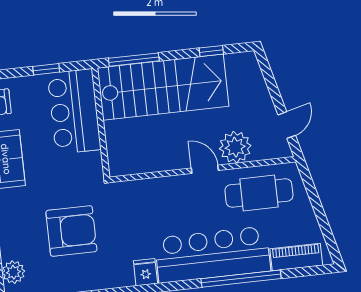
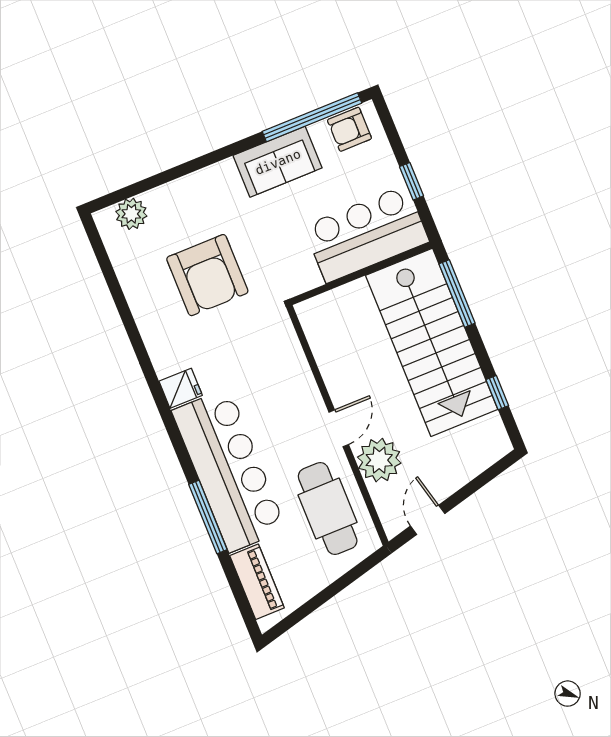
door: (287, 125) -> (428, 520), swing flipped
window: (241, 279) -> (208, 517), width x0.68

